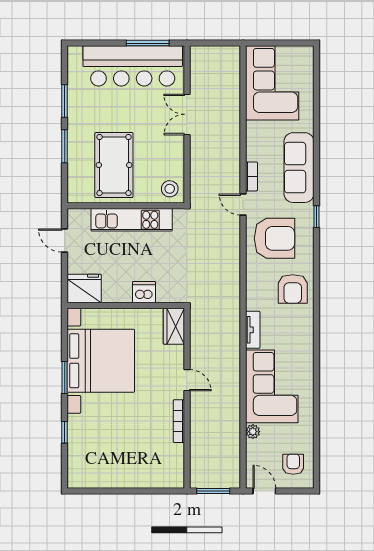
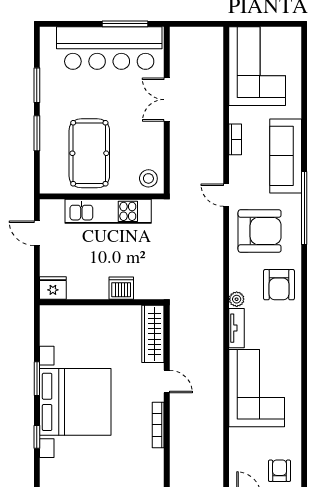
bookcase: (251, 176) -> (235, 139), moved
window: (316, 217) -> (304, 208), width x3.17
fridge: (84, 288) -> (53, 288), width x0.73, depth x0.75
wardrobe: (174, 326) -> (153, 334), width x1.50
bed with nightstands: (101, 361) -> (75, 402), moved
plant: (253, 432) -> (237, 299), moved

